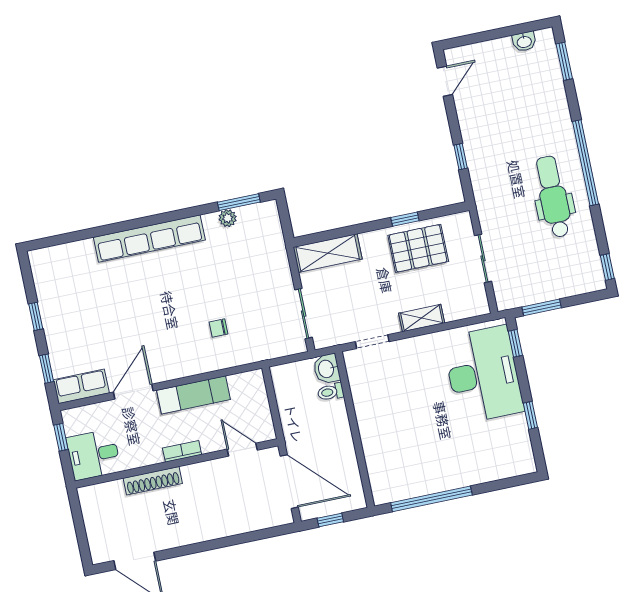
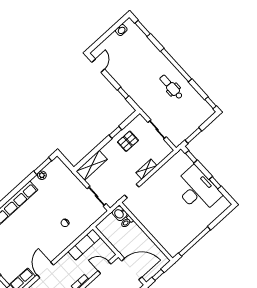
dental chair: (553, 197) -> (171, 87), width x0.73, depth x0.72
pallet: (418, 248) -> (128, 141), width x0.67, depth x0.71
desk: (483, 375) -> (197, 190), moved
exam couch: (194, 395) -> (84, 244), moved

